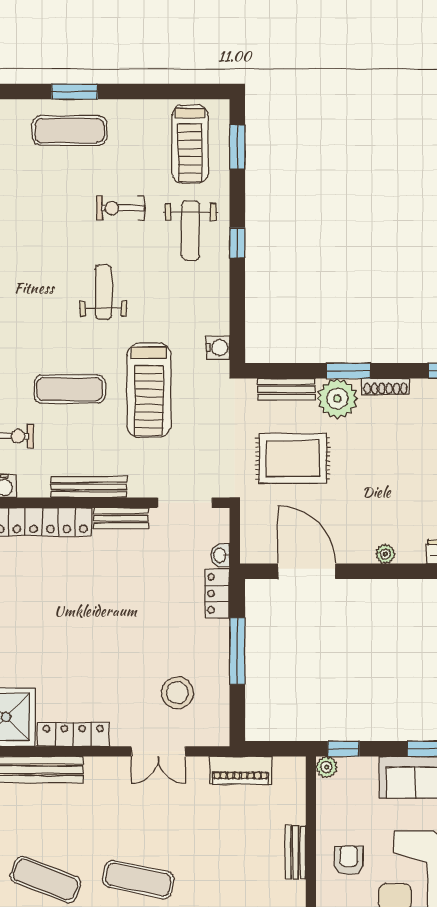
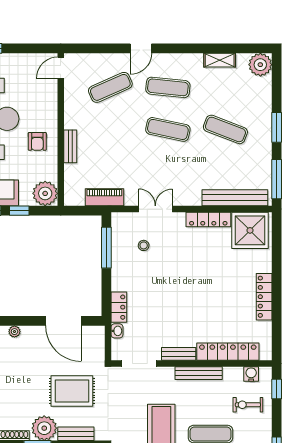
window: (237, 651) -> (106, 248), moved
stool: (177, 693) -> (144, 245), width x0.53, depth x0.53
window: (343, 749) -> (19, 211), moved
plant: (327, 767) -> (45, 193), width x1.88, depth x1.88

